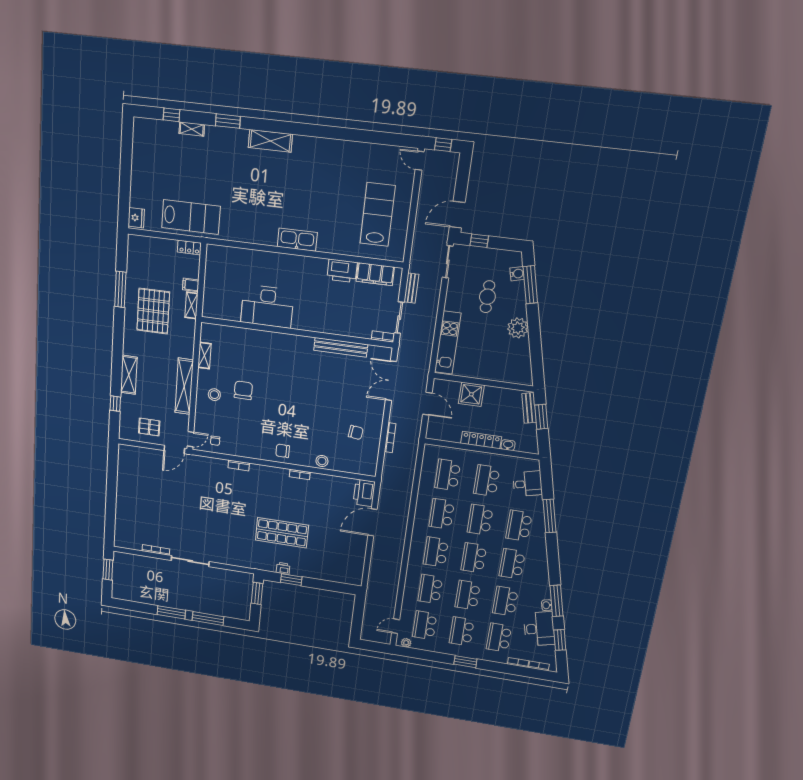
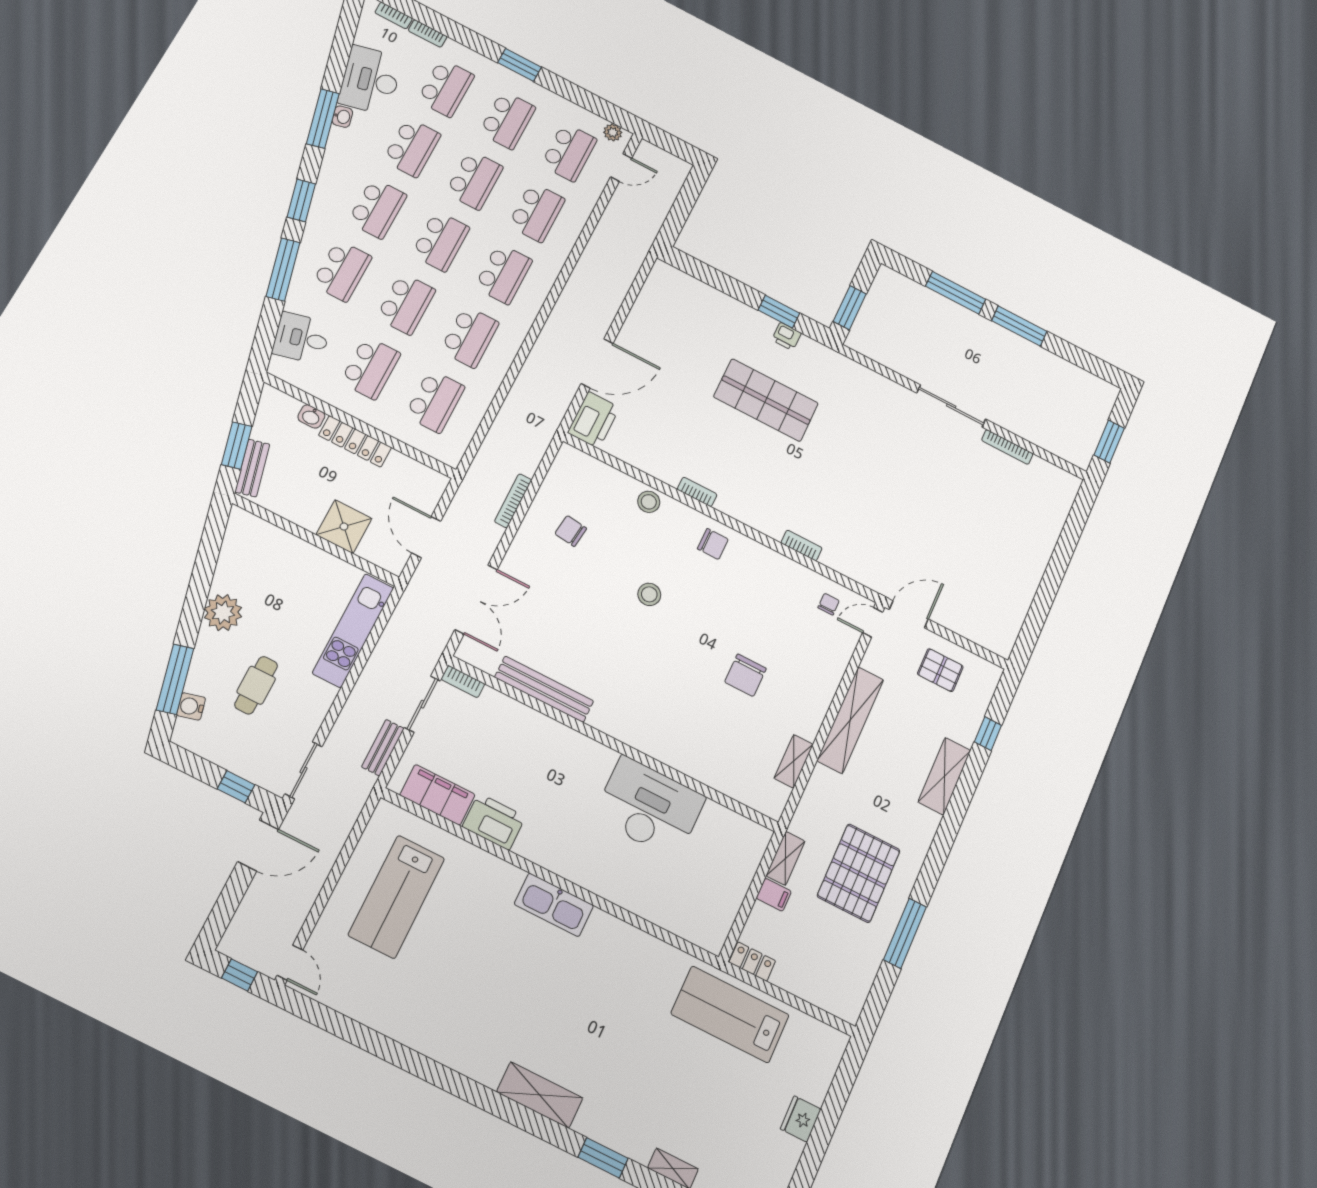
fridge: (136, 218) -> (801, 1119), moved
stool: (214, 395) -> (649, 594), moved
window: (560, 640) -> (301, 200), moved

